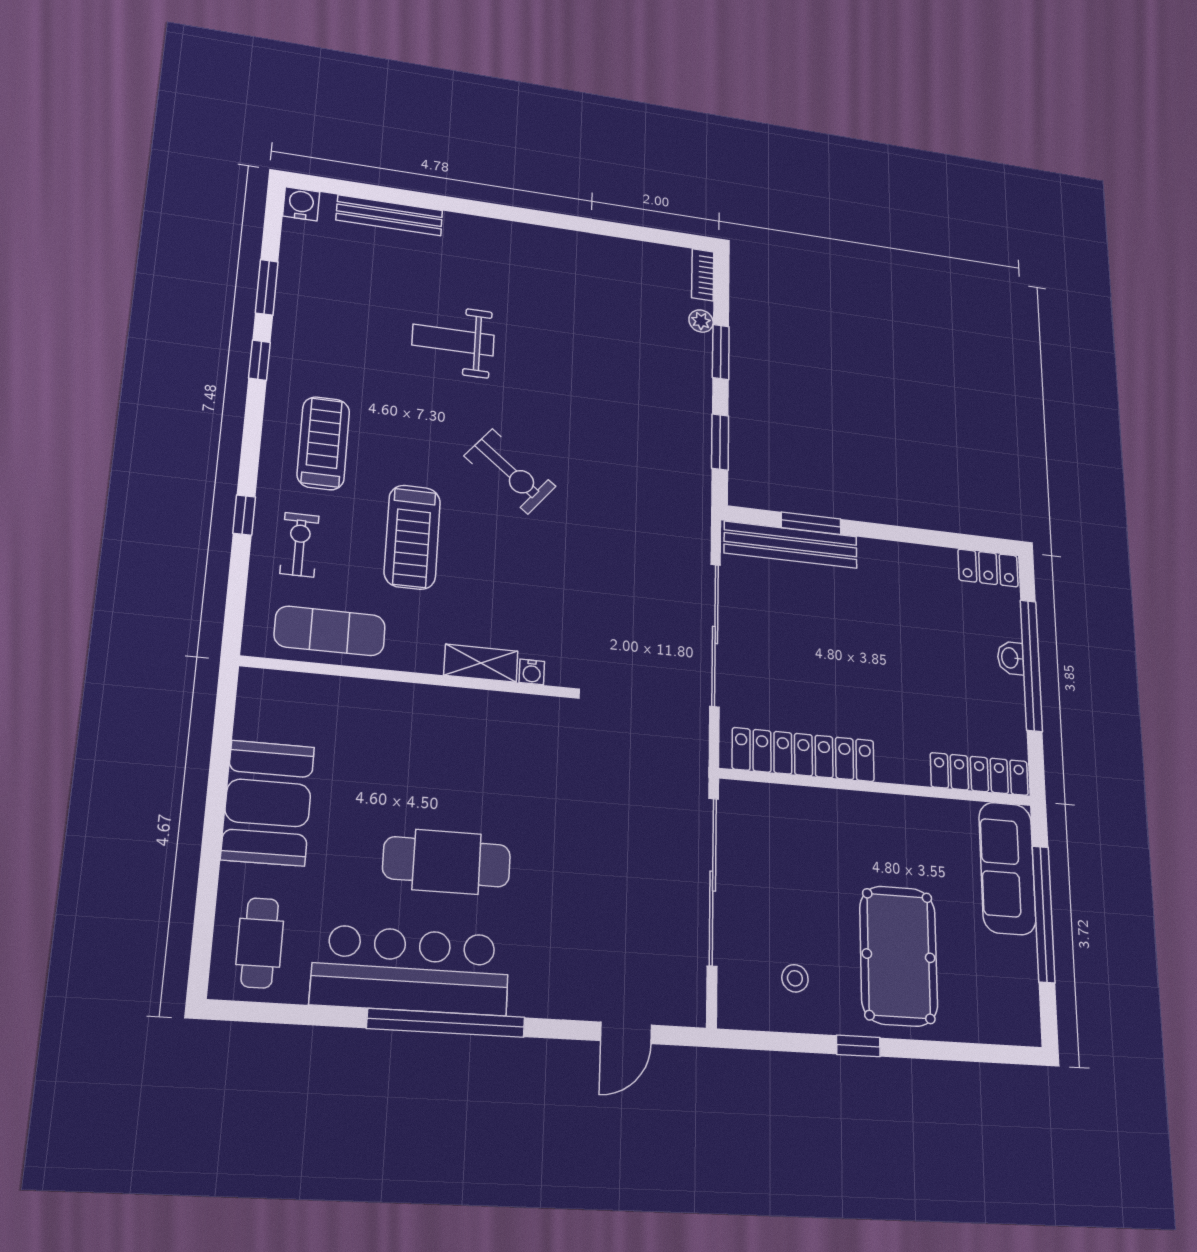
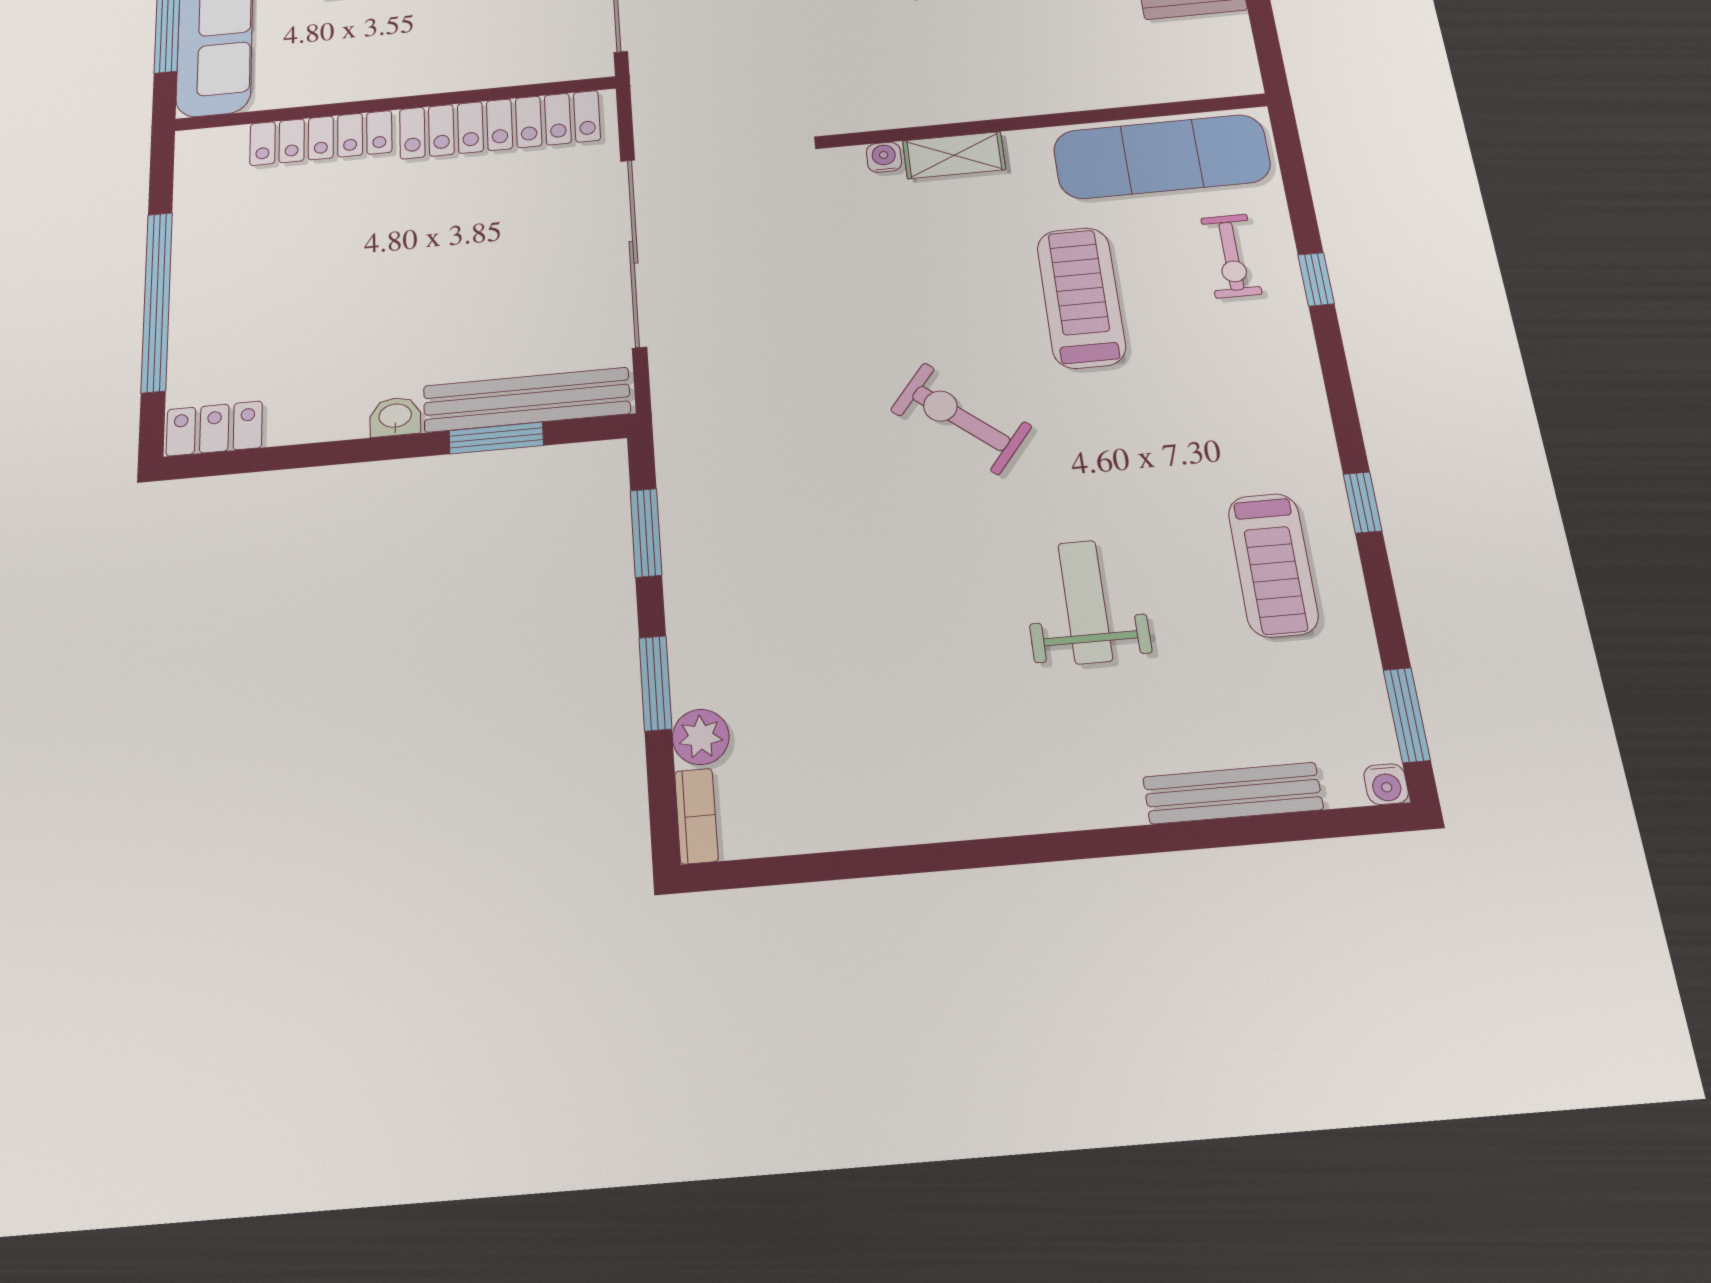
water cooler: (301, 204) -> (1386, 784), width x0.72, depth x0.72
window: (267, 287) -> (1407, 715), moved
plant: (701, 321) -> (701, 737), width x1.38, depth x1.38
weight bench: (453, 340) -> (1085, 602), turned -90
treadmill: (323, 443) -> (1273, 565), moved
exercise mat: (330, 631) -> (1162, 157), width x1.36, depth x1.45
washbasin: (1011, 658) -> (395, 417), moved, turned -90
locker: (979, 774) -> (321, 138), moved

